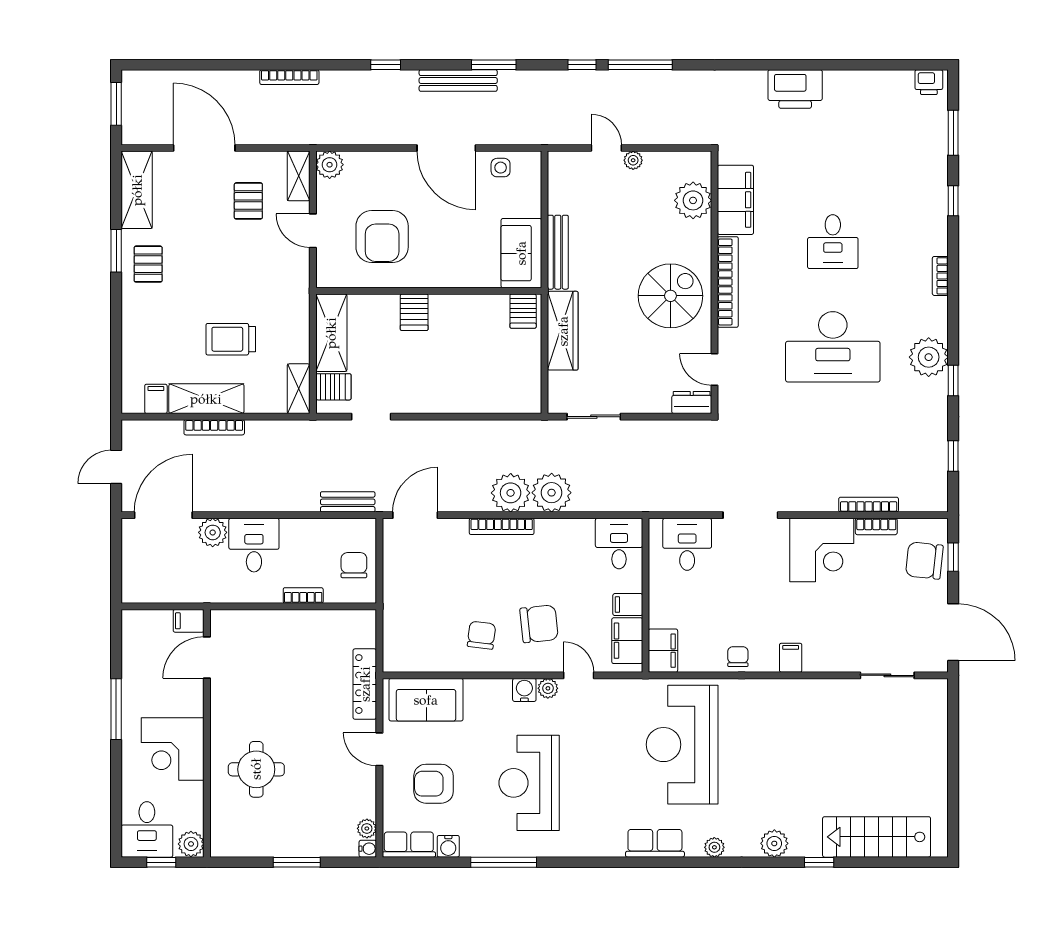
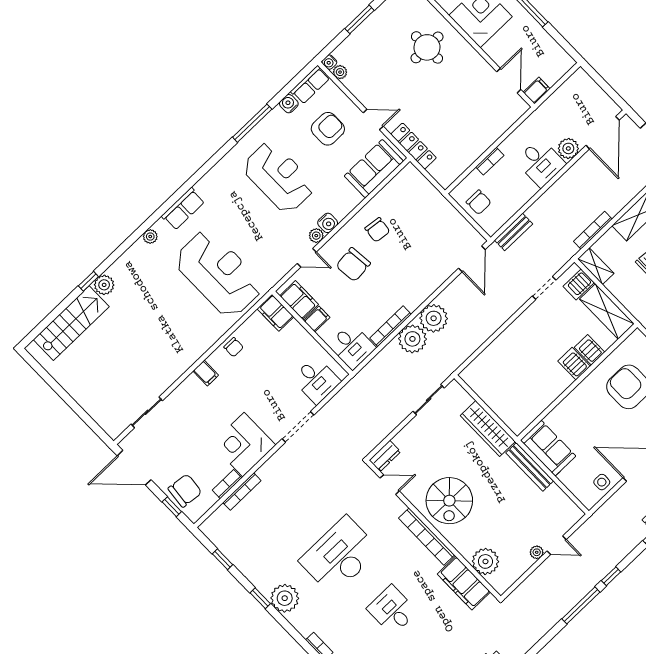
server rack: (523, 311) -> (590, 350), moved
bookcase: (214, 427) -> (593, 230), moved
bookcase: (502, 526) -> (391, 326), moved
plant: (774, 843) -> (104, 285), moved

